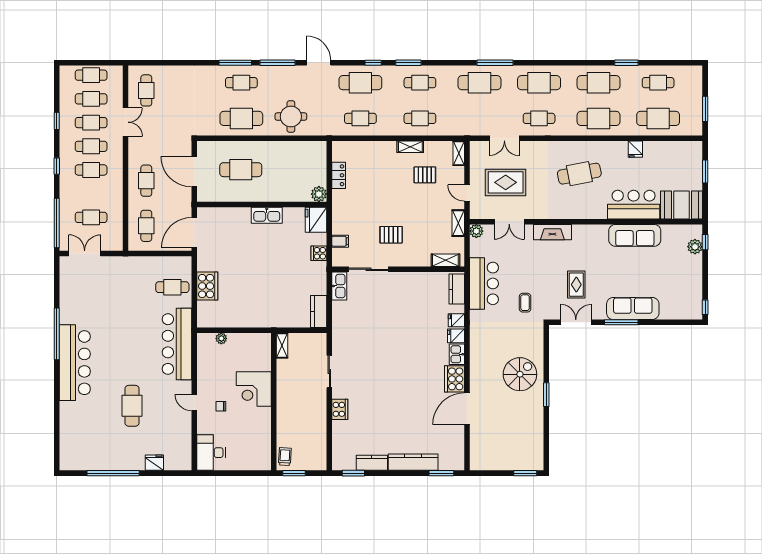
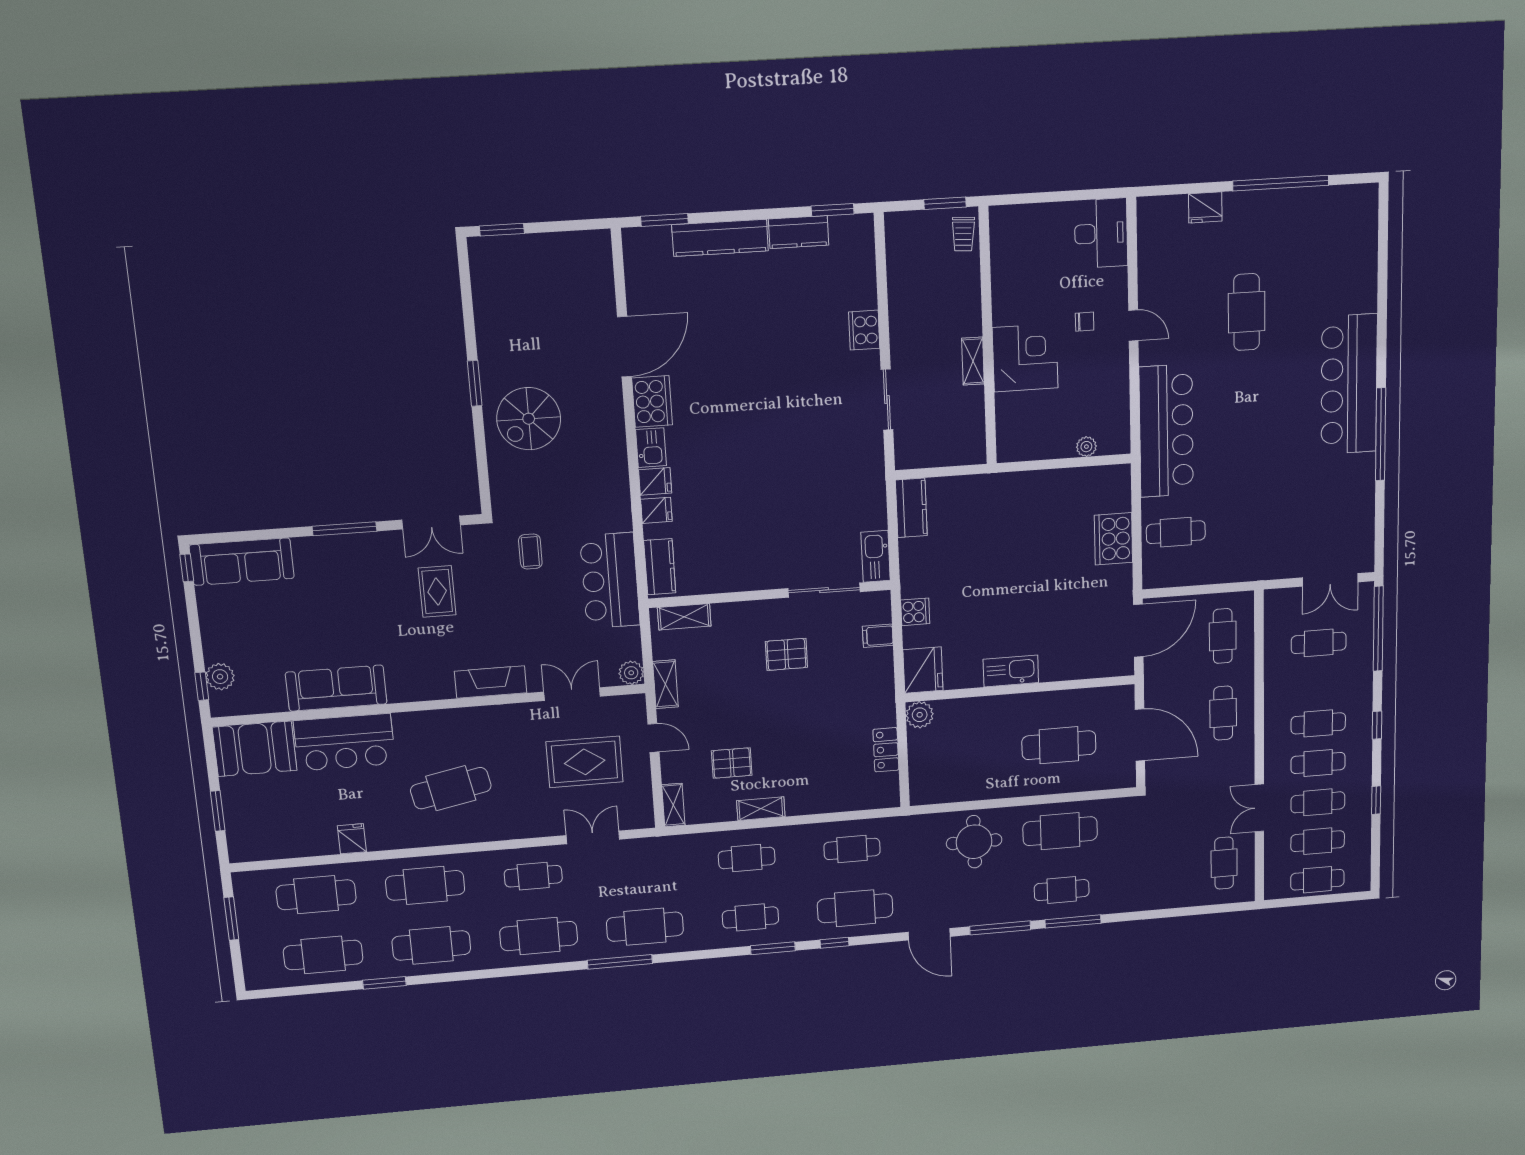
cafe table: (658, 83) -> (323, 955), width x1.37, depth x1.35
sofa: (633, 309) -> (242, 562), moved
shelving: (282, 345) -> (973, 361), moved

